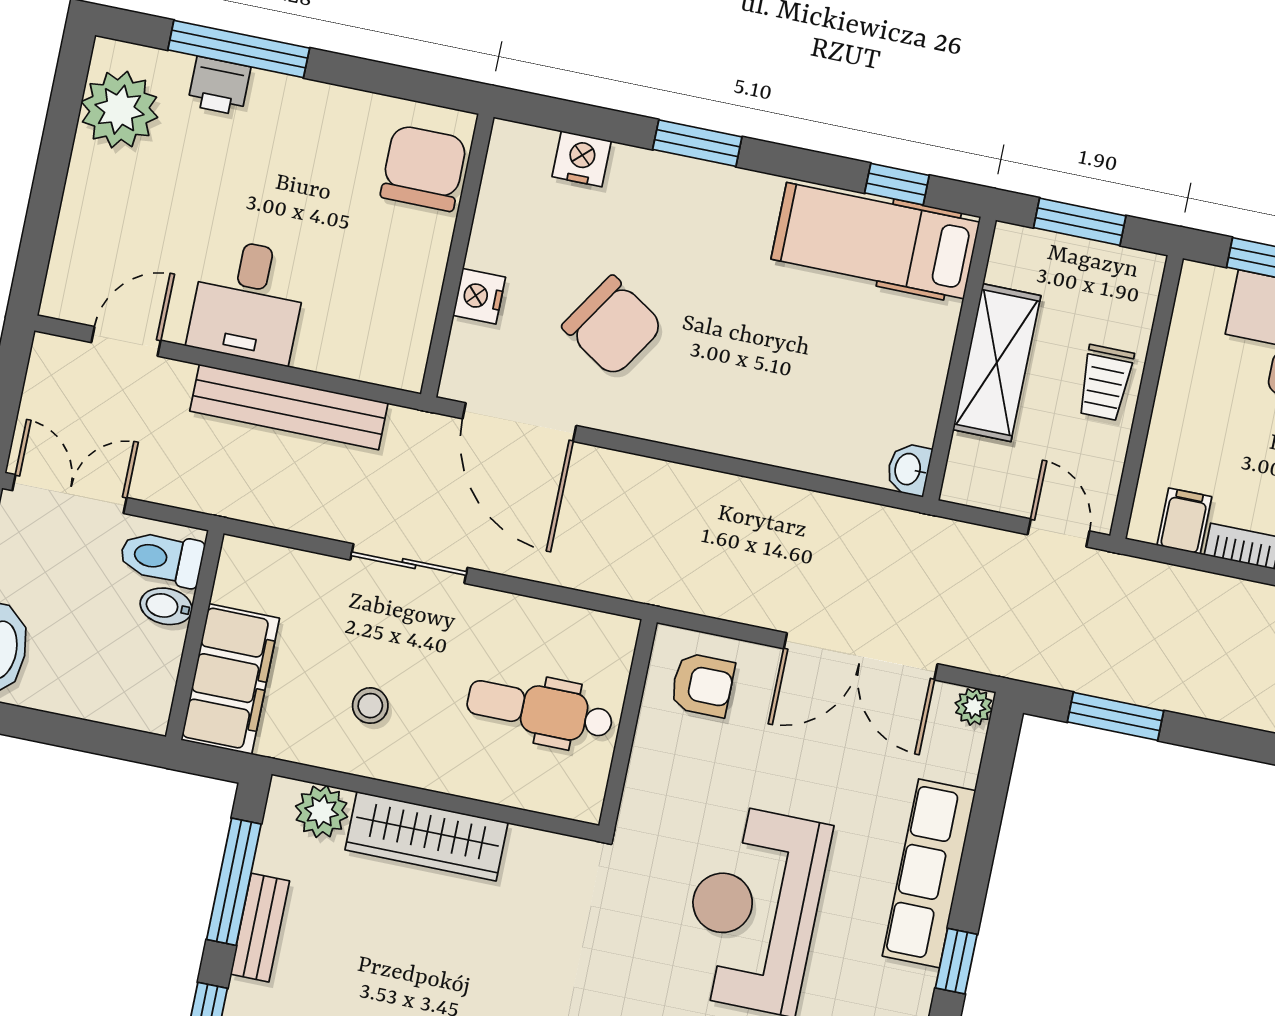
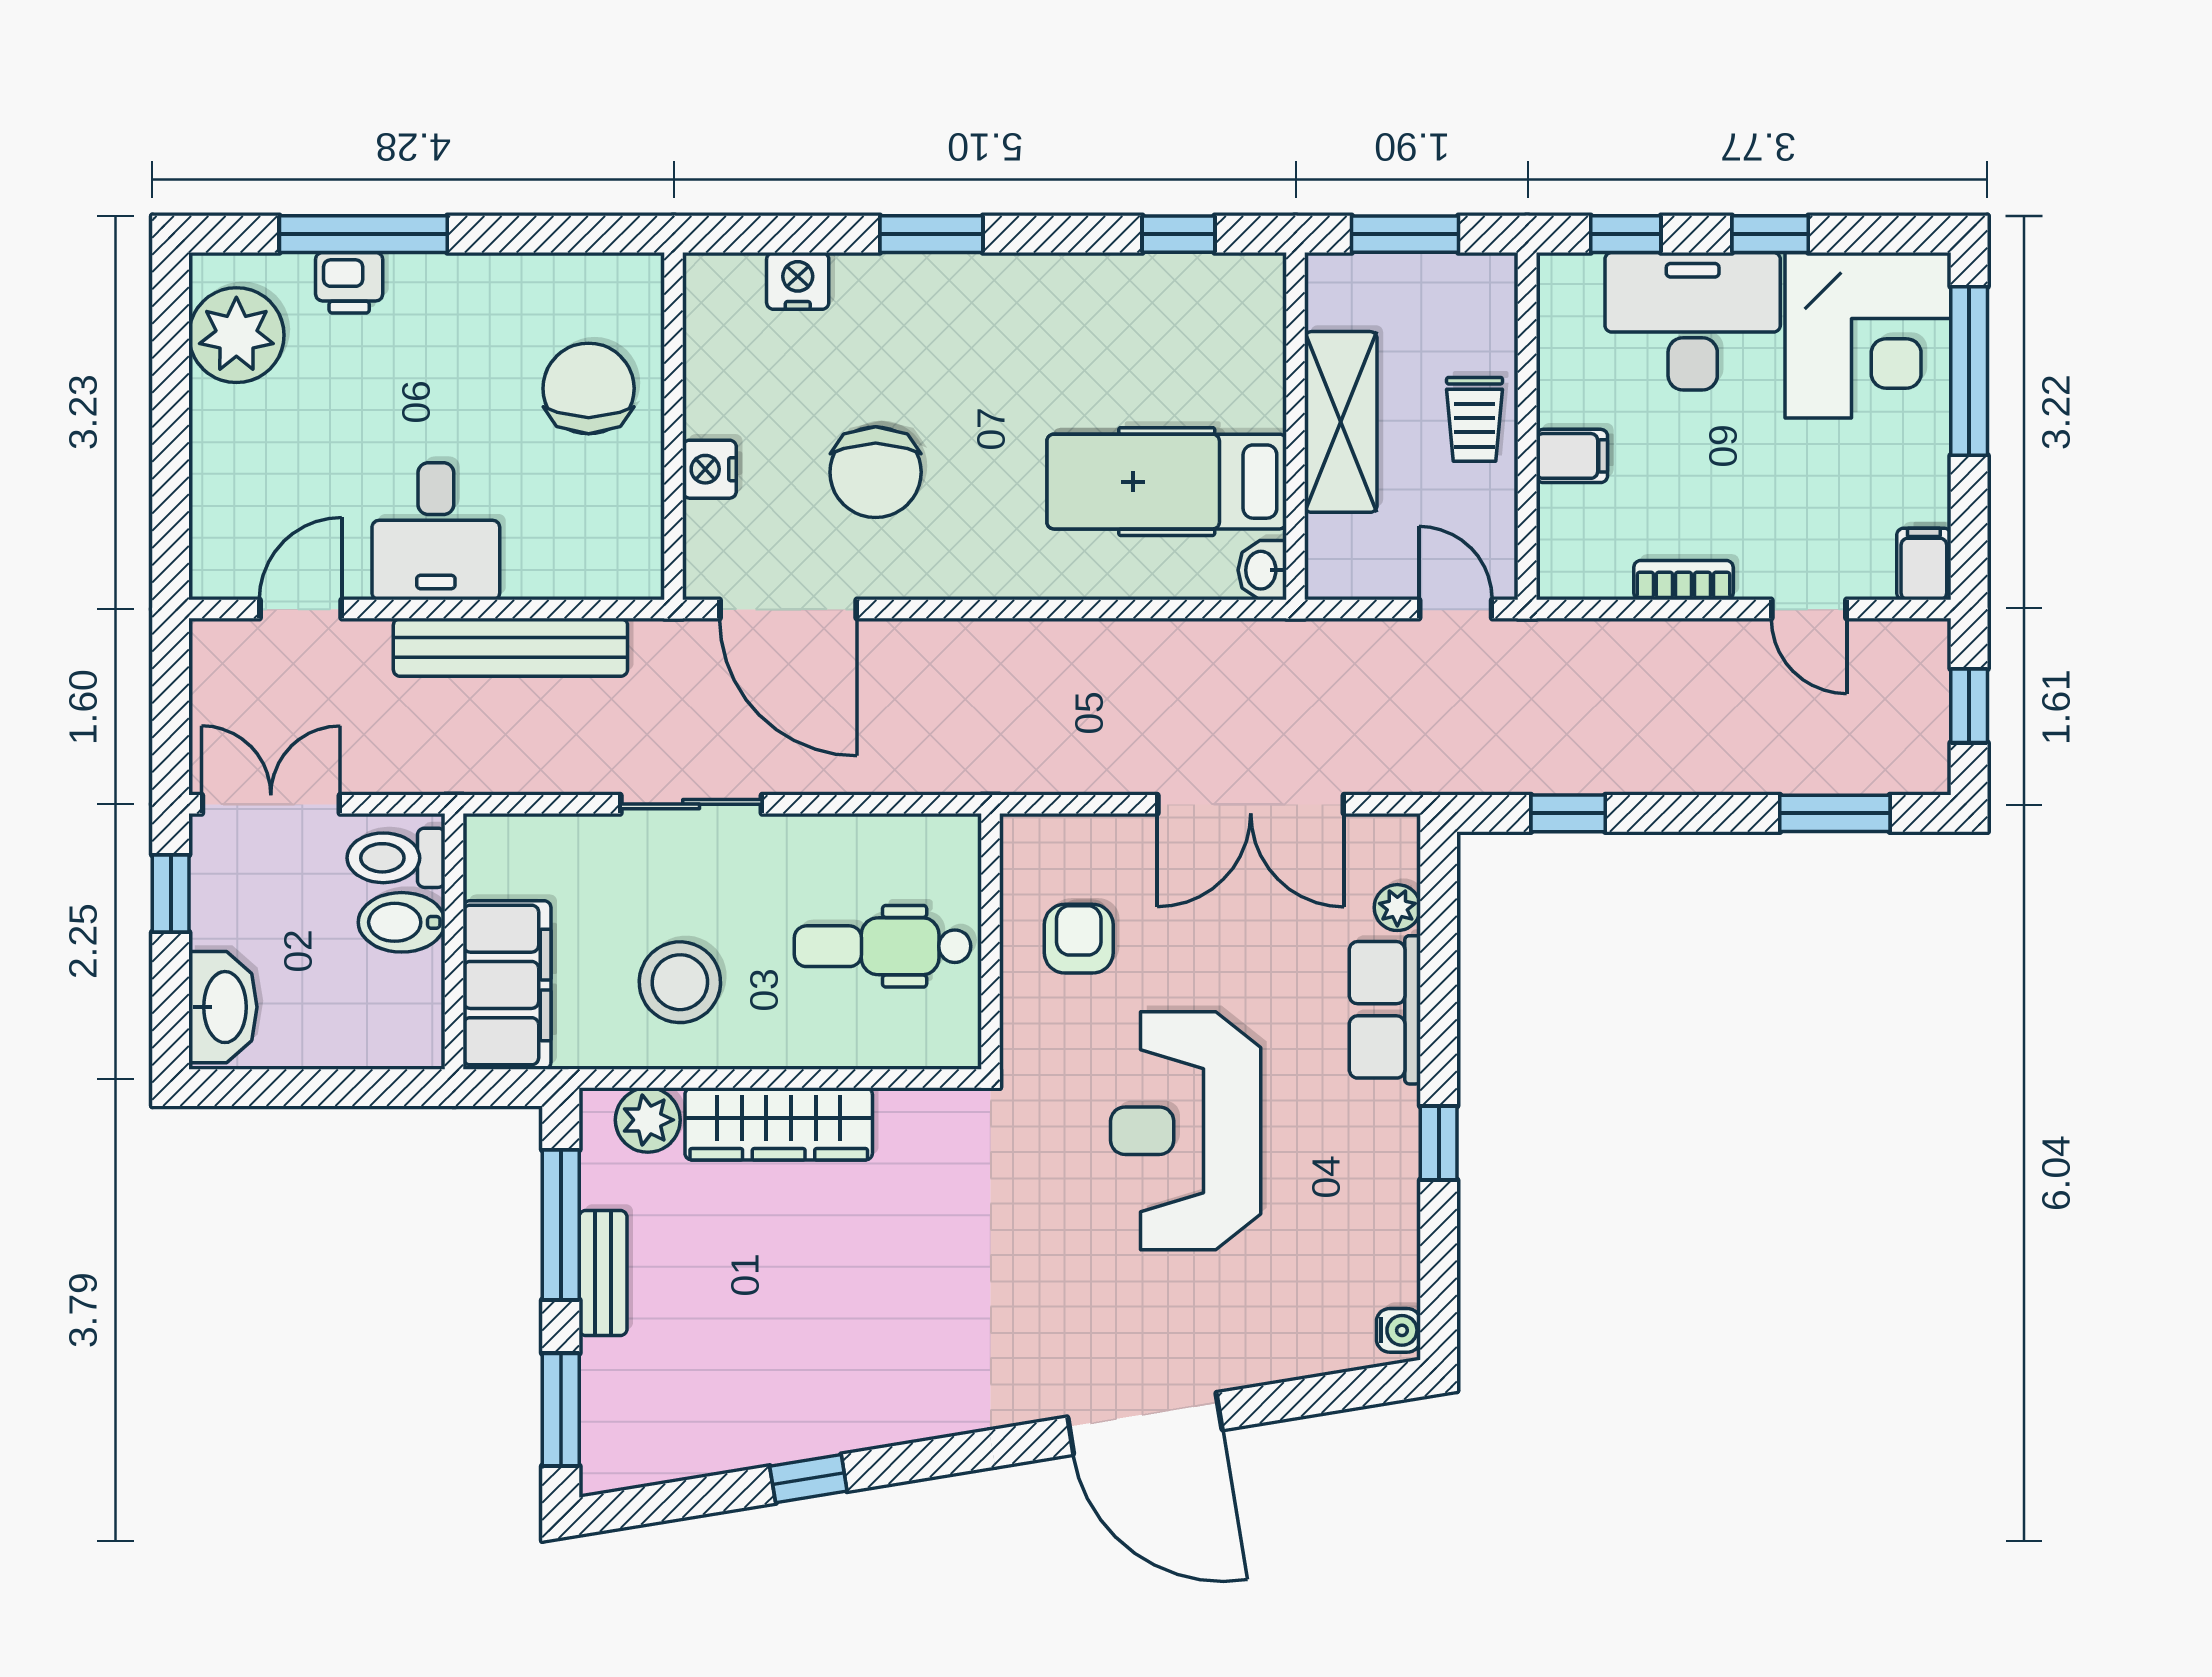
chair: (424, 168) -> (589, 388), moved
hospital bed: (875, 241) -> (1167, 482), moved
chair: (613, 326) -> (876, 472), turned 57
filing cabinet: (1184, 521) -> (1572, 456), moved, turned 90
bidet: (166, 606) -> (402, 922), width x1.38, depth x1.36
armchair: (702, 685) -> (1079, 939), moved, turned -90
stool: (370, 706) -> (680, 982), width x1.89, depth x1.89
plant: (974, 707) -> (1397, 908), moved
window: (1116, 716) -> (1568, 813), width x0.67
row of seats: (929, 873) -> (1385, 1010), width x0.68

